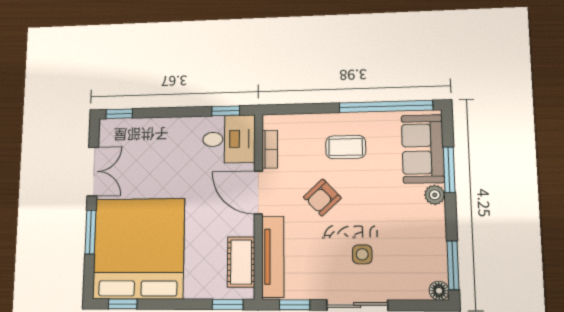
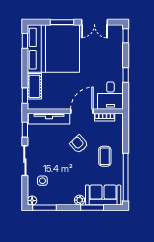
window: (226, 111) -> (126, 75), moved
side table: (362, 254) -> (42, 181), moved
cot: (241, 262) -> (34, 86), moved, turned 90

